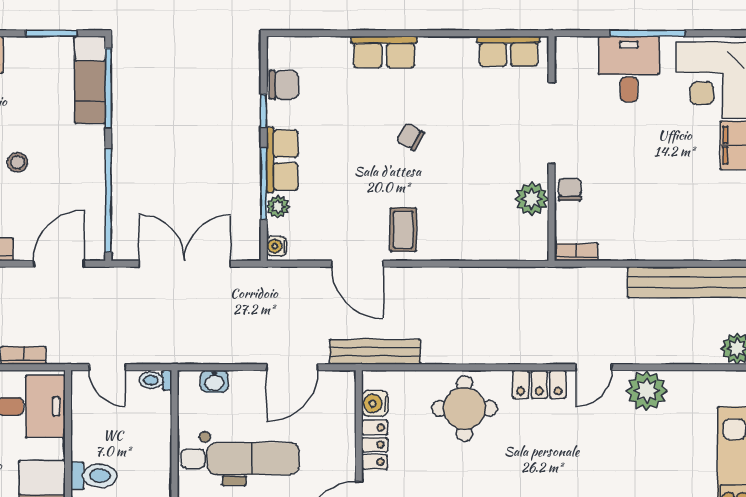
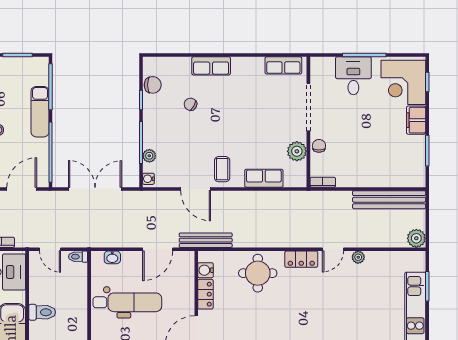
exam couch: (90, 80) -> (40, 112), moved
chair: (410, 137) -> (190, 104), moved
row of seats: (282, 160) -> (264, 178), moved, turned -90
plant: (647, 391) -> (358, 257), width x0.53, depth x0.53

